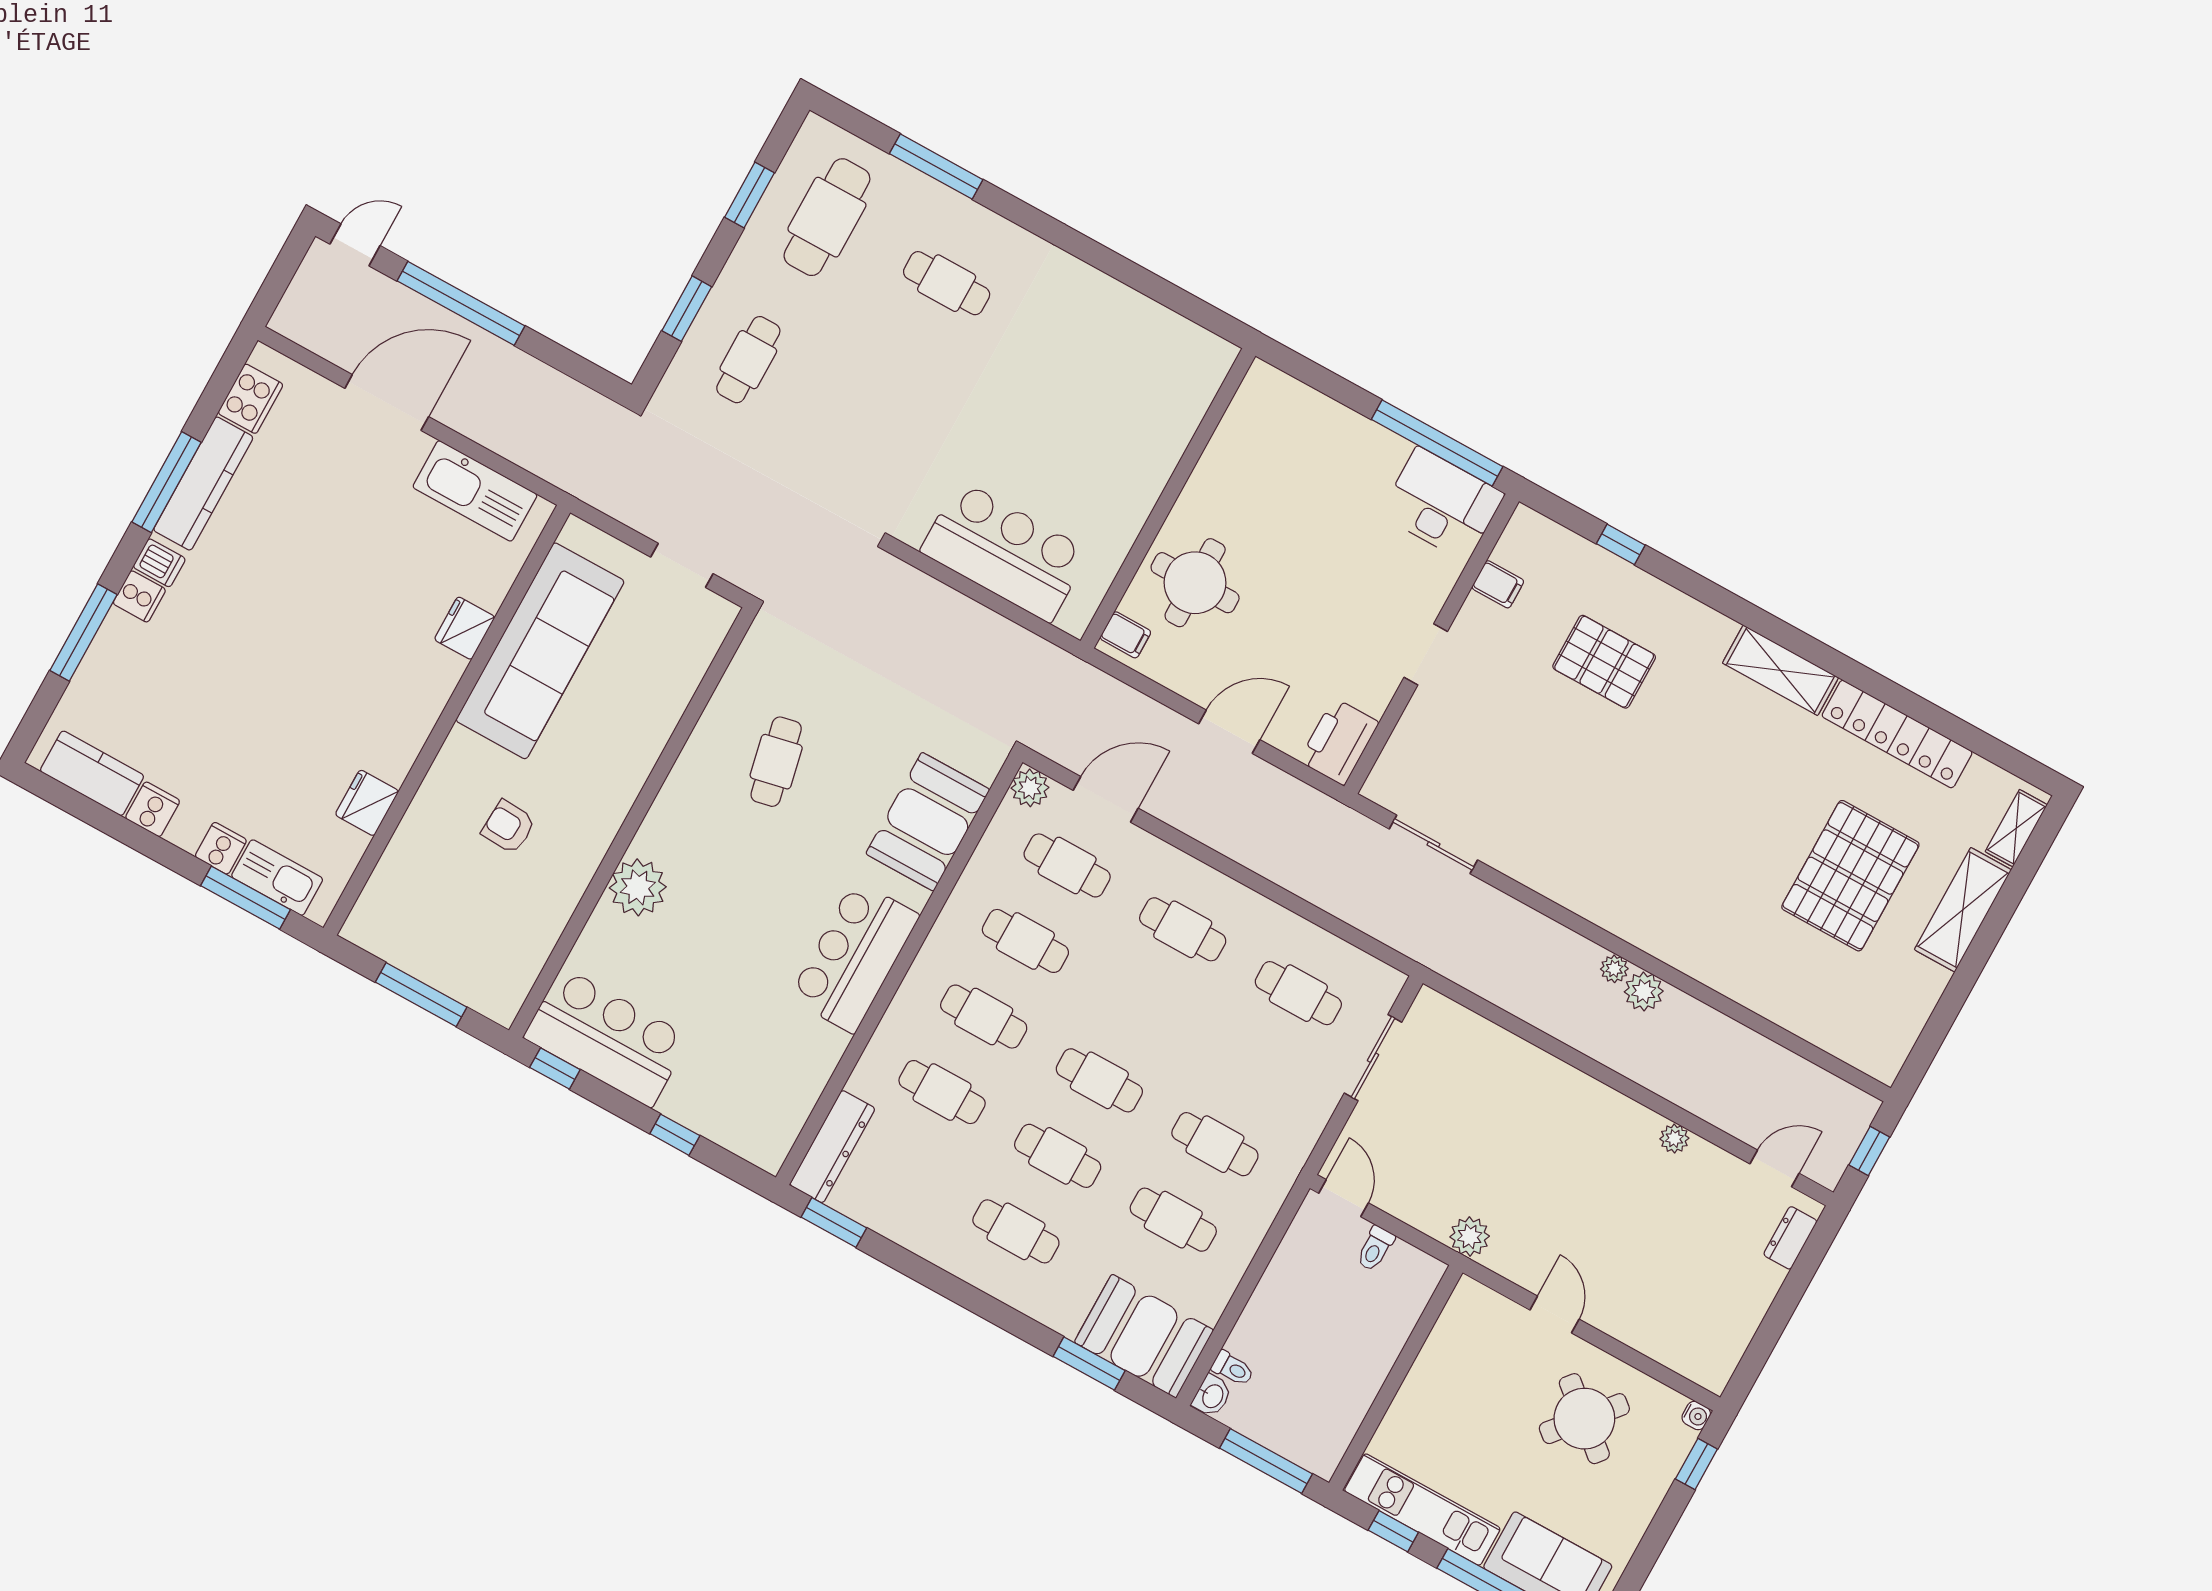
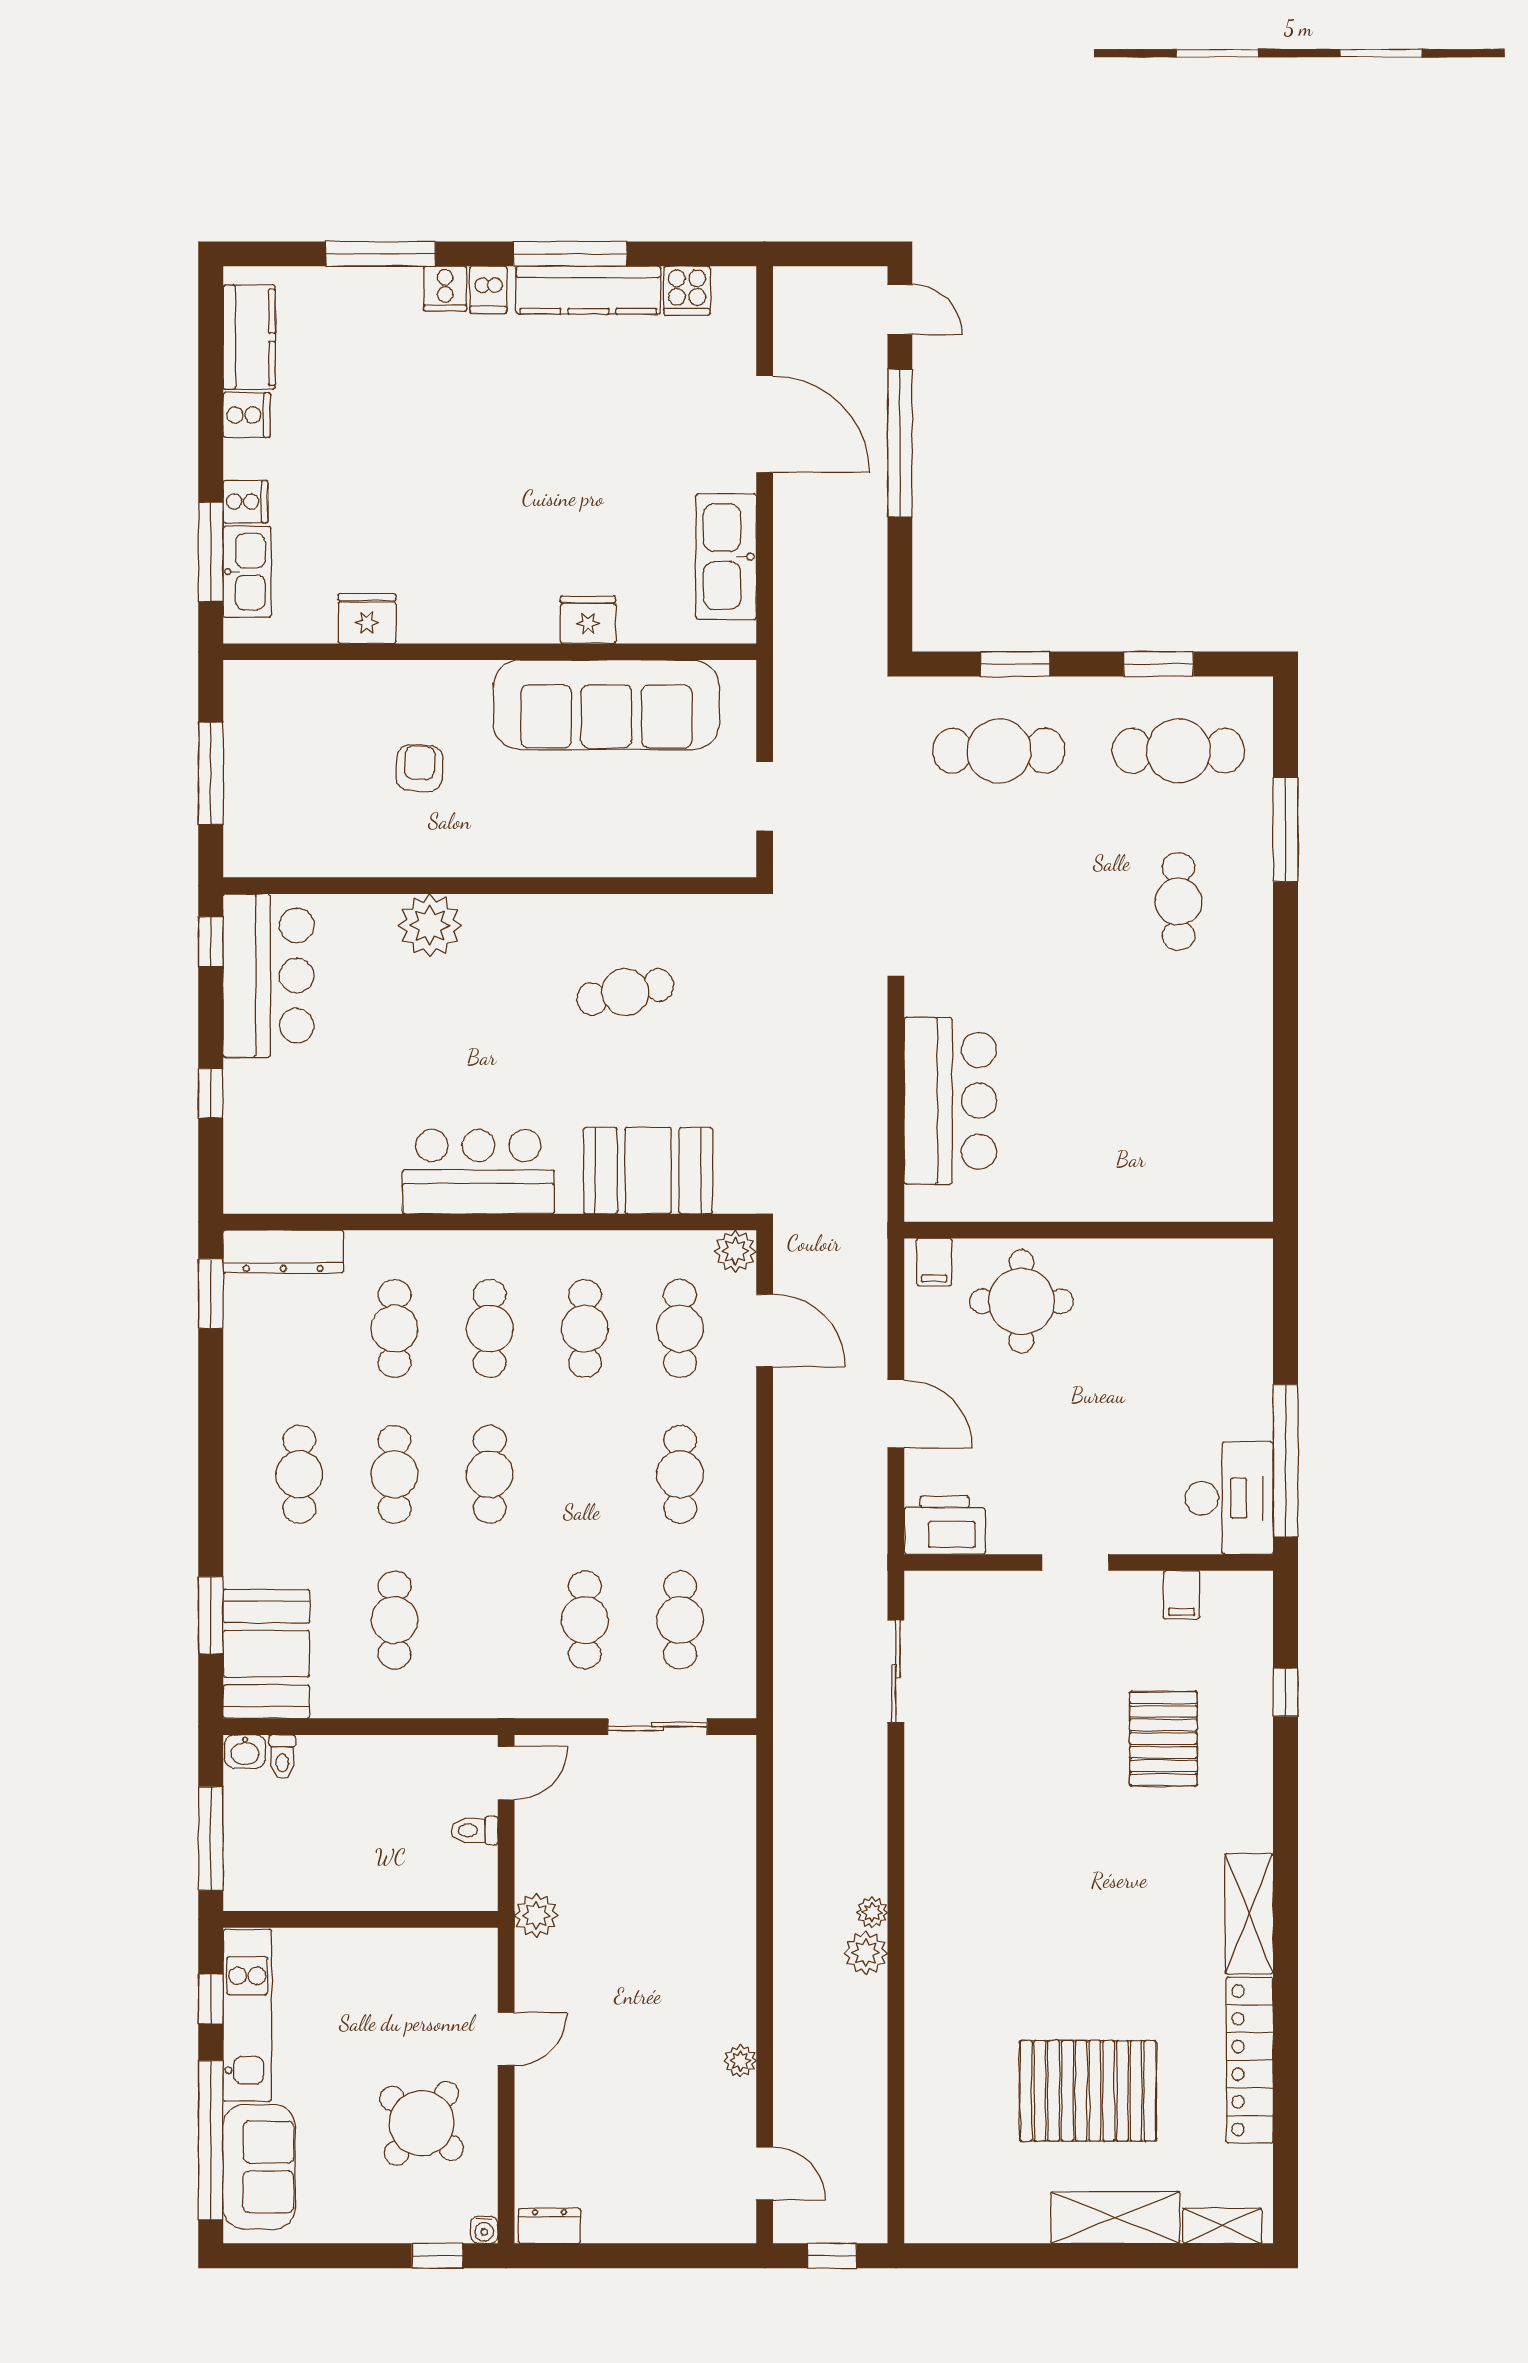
cafe table: (748, 360) -> (999, 751), width x1.37, depth x1.35
cooker: (251, 399) -> (687, 291), width x0.73
cafe table: (1215, 1144) -> (585, 1620), moved
dresser: (1790, 1238) -> (549, 2226), moved

